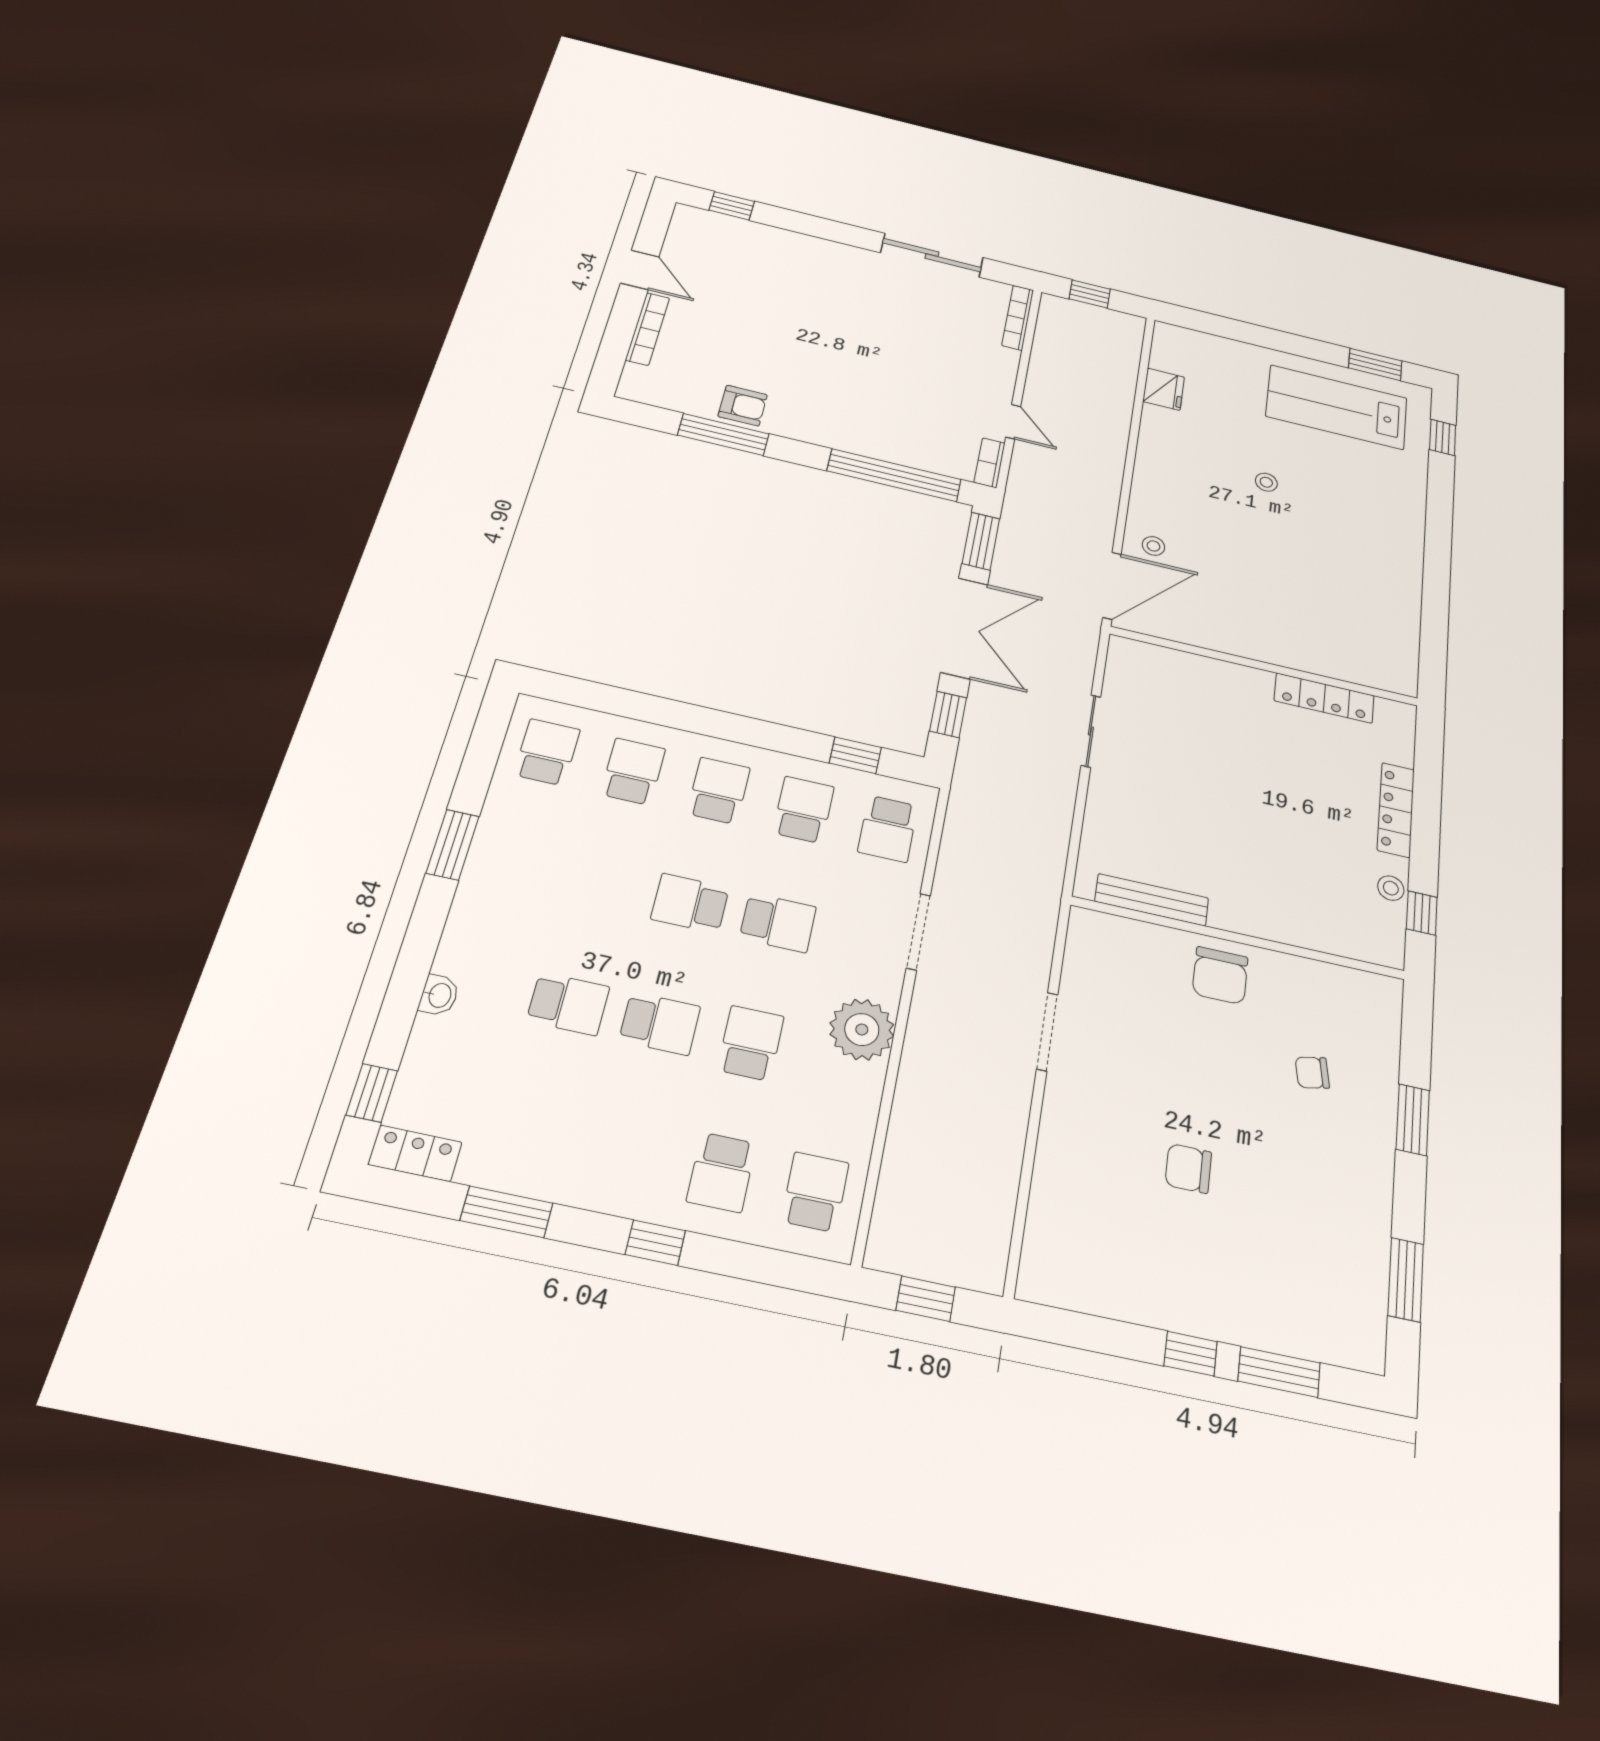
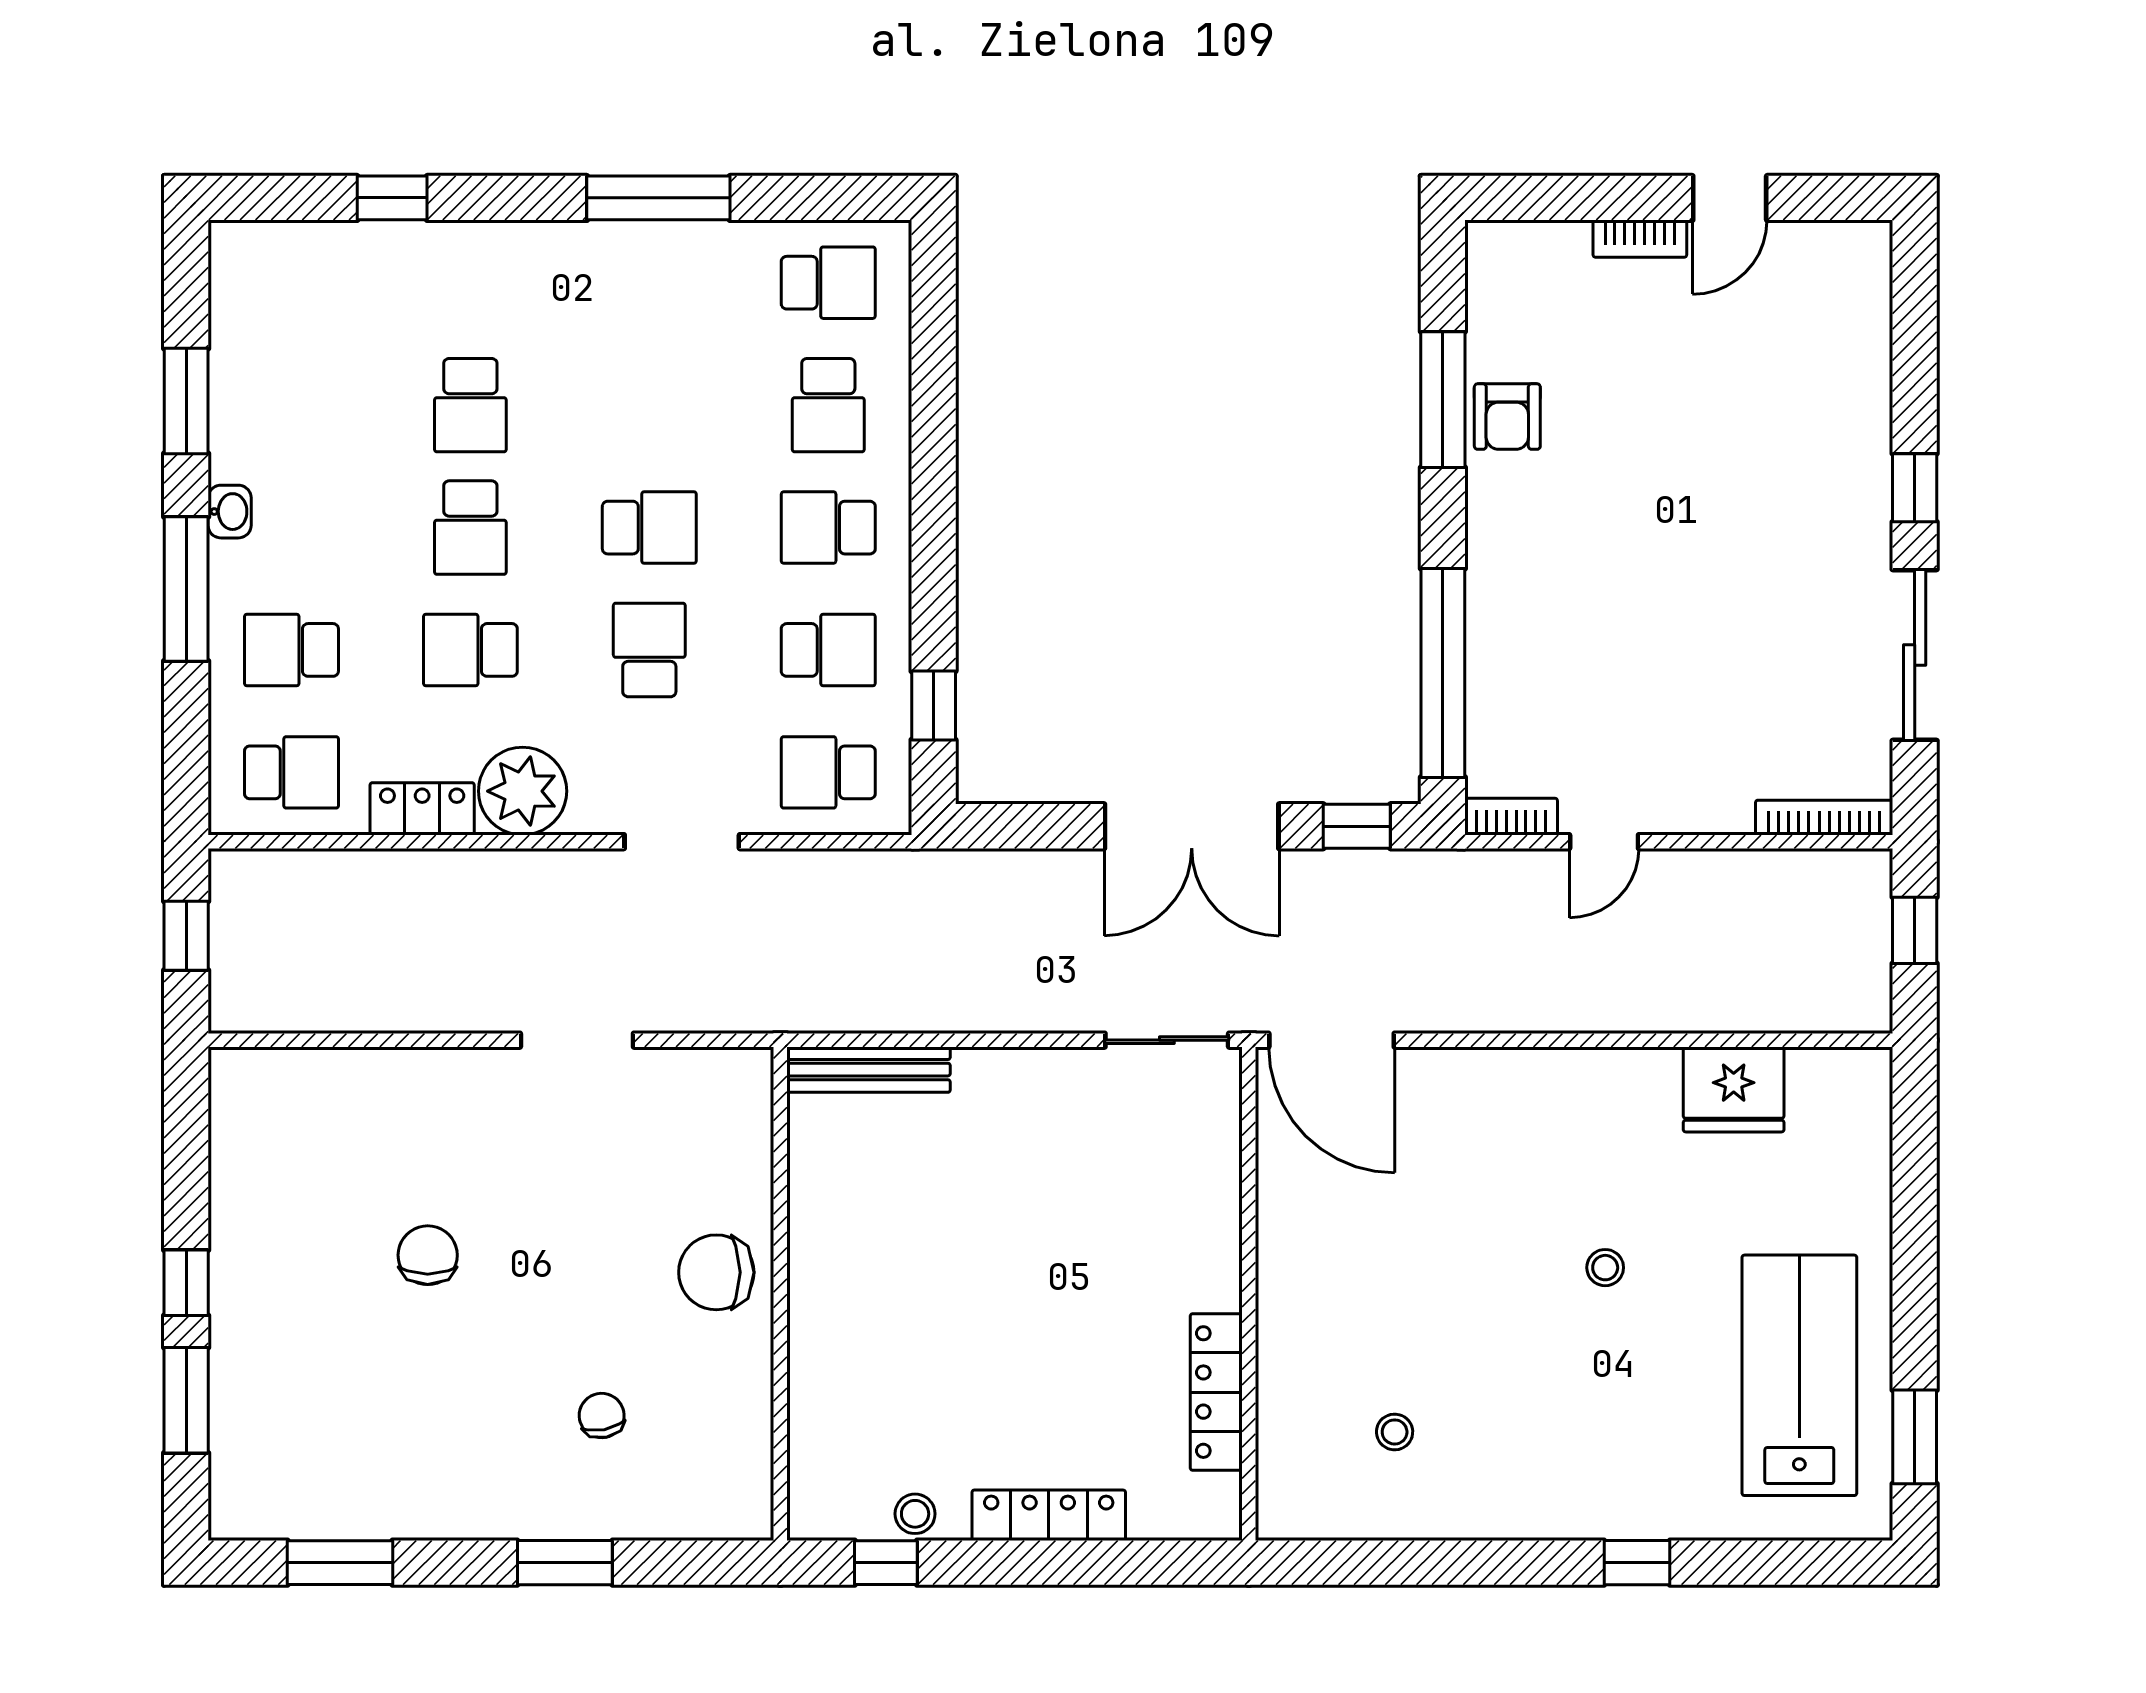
window: (732, 206) -> (1915, 488), moved
bookcase: (648, 329) -> (1640, 239), width x0.64
fridge: (1164, 389) -> (1734, 1089), width x1.36, depth x1.34
window: (1443, 437) -> (1637, 1563), moved
window: (981, 541) -> (1357, 826), width x0.67
stool: (1153, 546) -> (1395, 1432), moved
window: (948, 714) -> (1036, 826), removed
sliding door: (1091, 731) -> (1167, 1040), moved
school desk: (633, 771) -> (828, 405), turned 90
school desk: (718, 791) -> (828, 528), turned 180
window: (453, 845) -> (658, 198), width x1.44
bench: (1152, 900) -> (869, 1070), moved, turned 90
school desk: (690, 903) -> (649, 528), turned 90
school desk: (778, 923) -> (649, 650), turned 180
washbasin: (439, 995) -> (230, 512), moved, turned -90
school desk: (751, 1043) -> (470, 650), turned 180
window: (372, 1093) -> (392, 198), moved
locker: (415, 1153) -> (422, 809), moved, turned -90
window: (655, 1243) -> (186, 589), width x2.17

